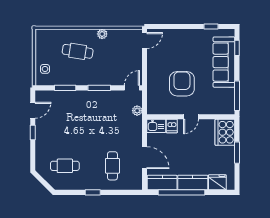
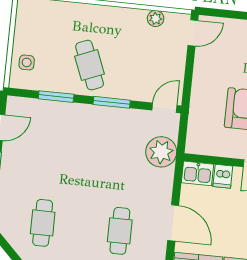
plant: (102, 34) -> (156, 19), moved
cafe table: (78, 51) -> (90, 65), moved, turned 59
plant: (137, 111) -> (161, 152), width x1.88, depth x1.88
cafe table: (65, 166) -> (43, 223), turned 90

